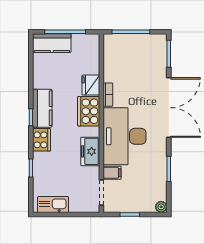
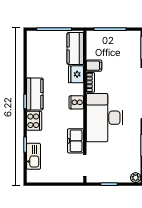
kitchen counter: (52, 43) -> (75, 49), moved, turned 90
cooker: (89, 111) -> (76, 102), width x0.53, depth x0.76
freezer: (90, 151) -> (75, 141), moved
filing cabinet: (112, 173) -> (94, 66), moved
kitchen sink: (53, 205) -> (34, 156), moved, turned 90

